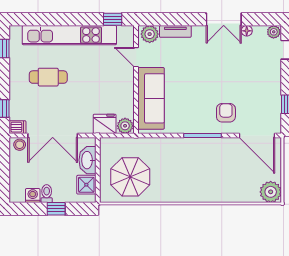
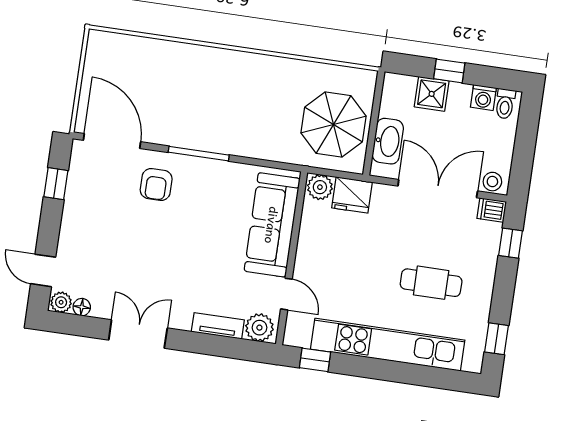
floor lamp: (247, 31) -> (82, 307), moved
parasol: (130, 177) -> (333, 125), moved
shower: (86, 185) -> (432, 94), moved
plant: (271, 192) -> (103, 48), removed
toilet: (47, 194) -> (505, 104), moved

